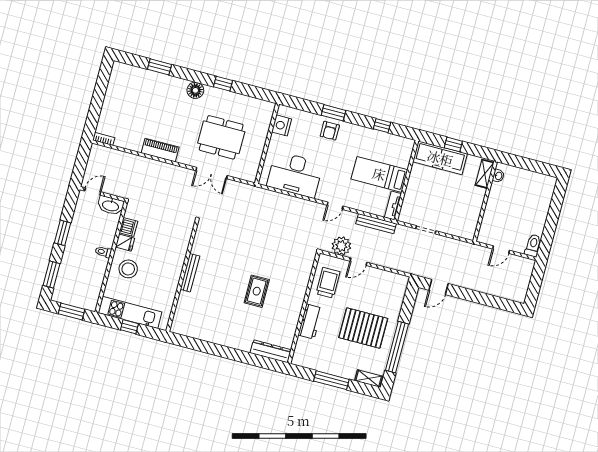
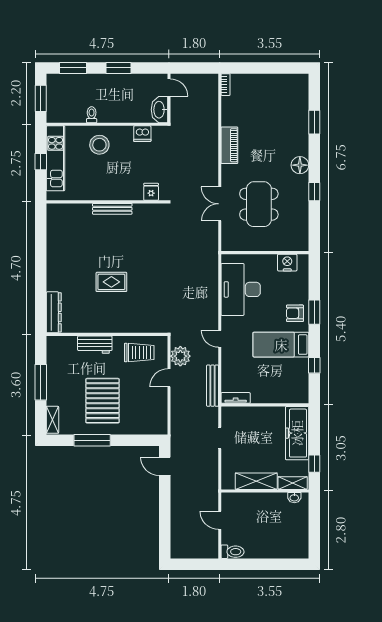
window: (453, 144) -> (314, 464), moved
bed: (379, 174) -> (281, 345), moved, turned -90
shelving: (474, 207) -> (256, 481), added
fridge: (125, 243) -> (151, 192), moved, turned 180
toilet: (103, 252) -> (92, 115), moved
door: (358, 262) -> (169, 378), hinge flipped
window: (397, 347) -> (92, 440), width x0.68

